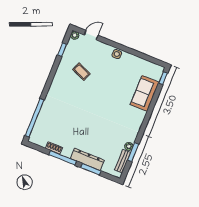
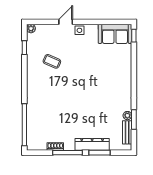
door: (91, 35) -> (66, 22), moved
sofa: (145, 93) -> (115, 34), moved, turned -90

